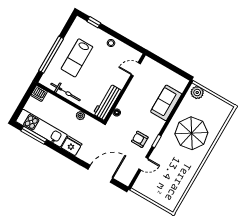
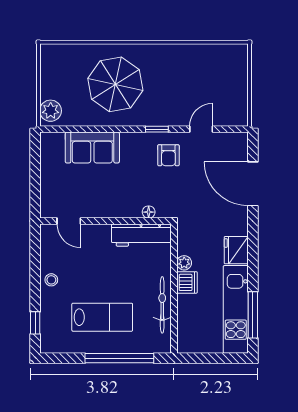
dishwasher: (39, 94) -> (187, 282), moved
door: (143, 164) -> (201, 129), hinge flipped

